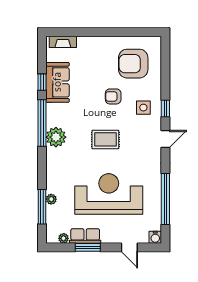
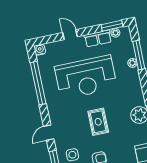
rug: (105, 139) -> (98, 122), turned 90
window: (88, 247) -> (112, 26), moved
door: (129, 247) -> (70, 35), moved

